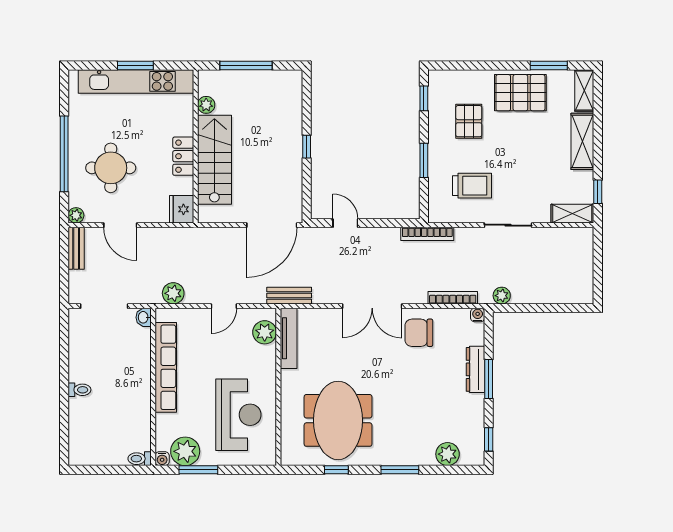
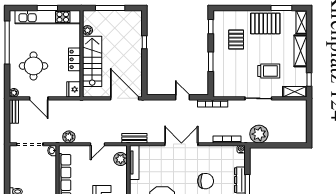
window: (307, 147) -> (144, 42), moved
window: (64, 154) -> (7, 42), moved
trolley: (472, 186) -> (269, 71), moved
door: (345, 223) -> (183, 97), moved
door: (272, 225) -> (125, 98), swing flipped
plant: (502, 296) -> (259, 134), width x1.87, depth x1.87
double door: (372, 306) -> (181, 144), swing flipped
chair: (419, 333) -> (206, 181), moved, turned 180

